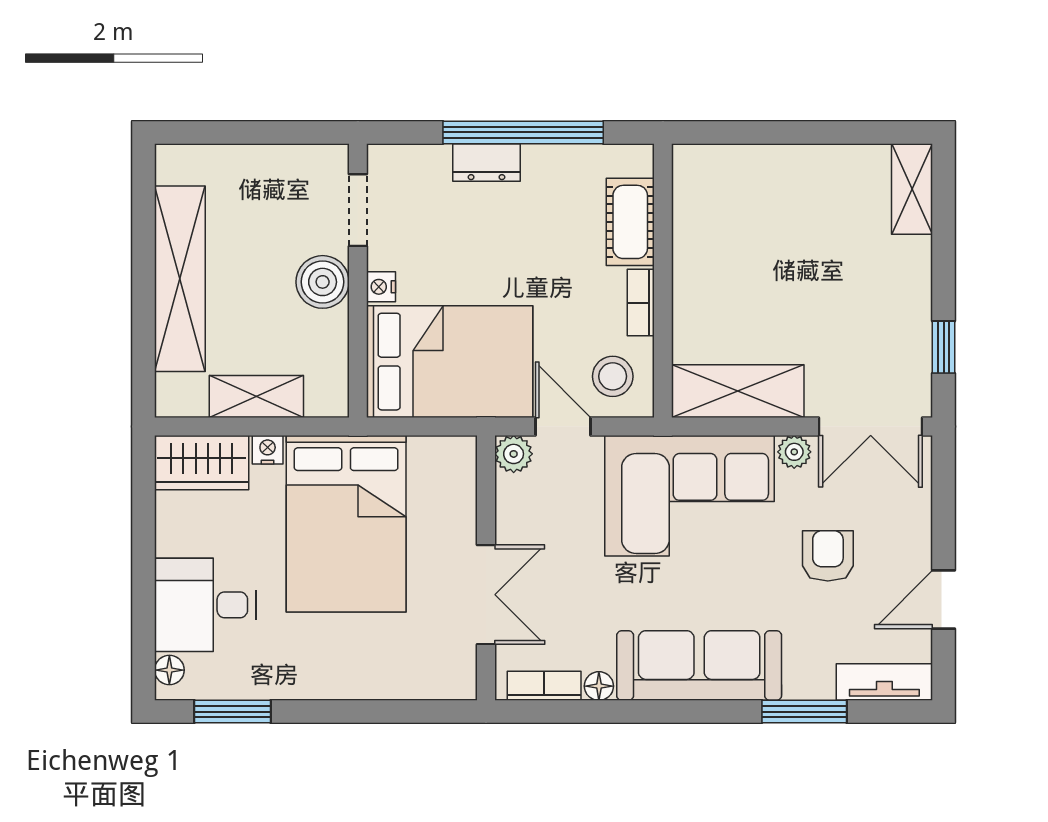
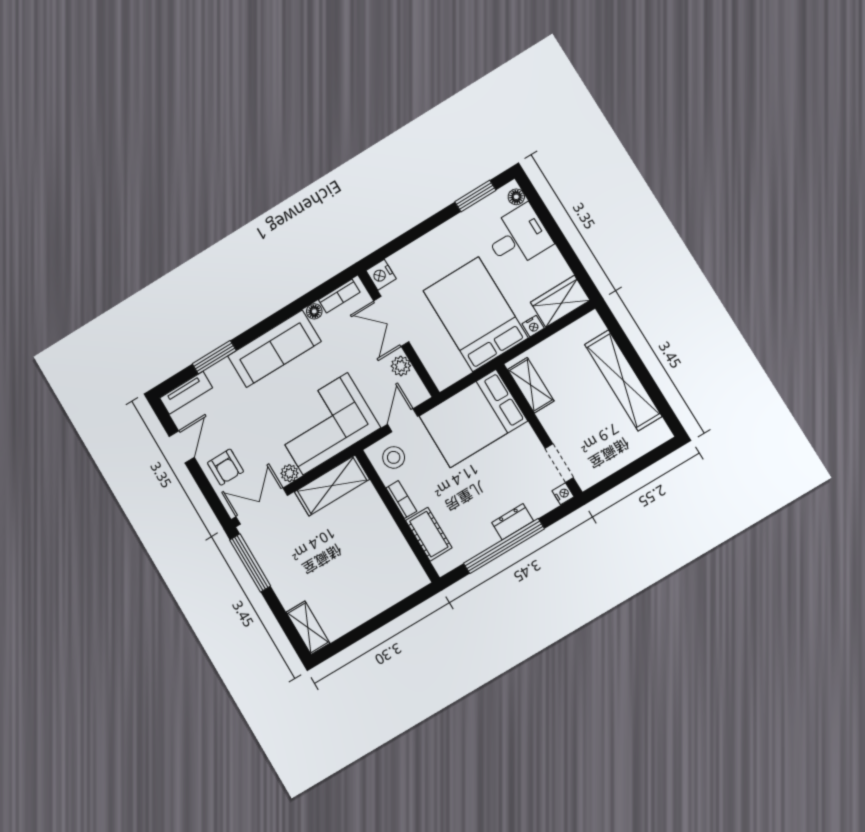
boiler: (323, 282) -> (555, 420), removed
nightstand: (381, 287) -> (563, 494), moved
window: (944, 347) -> (250, 563), width x2.17
shelving: (256, 396) -> (531, 385), moved, turned 90
door: (563, 426) -> (403, 420), swing flipped
plant: (514, 454) -> (401, 366), moved
armchair: (828, 556) -> (226, 467), moved
nightstand: (457, 679) -> (381, 275), added

